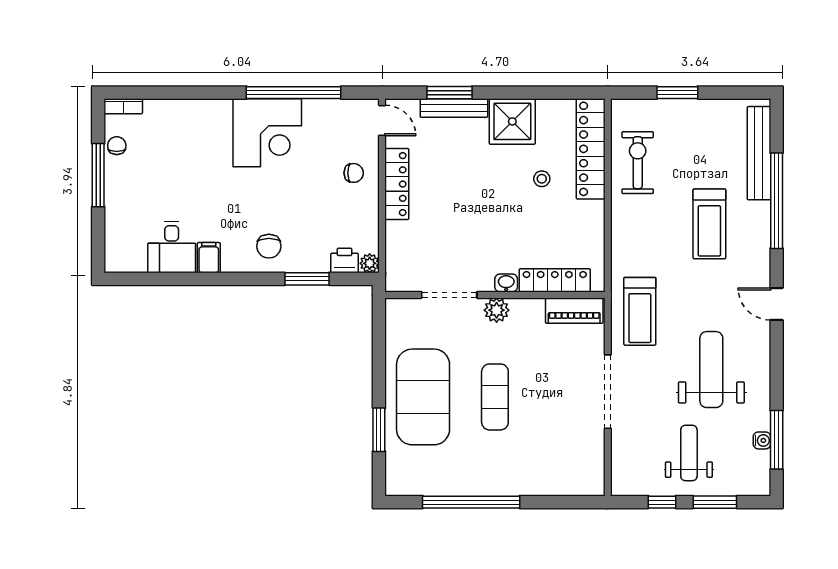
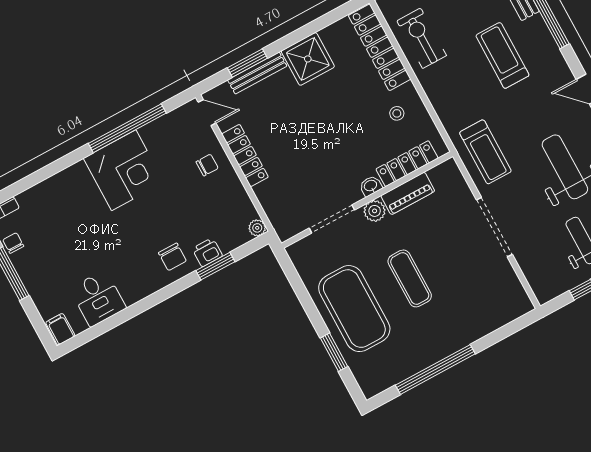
stool: (542, 179) -> (397, 113), moved
treadmill: (709, 224) -> (502, 55), turned 180
filing cabinet: (209, 258) -> (60, 329), moved
printer: (345, 261) -> (207, 252), moved
piano: (574, 311) -> (408, 193), moved

